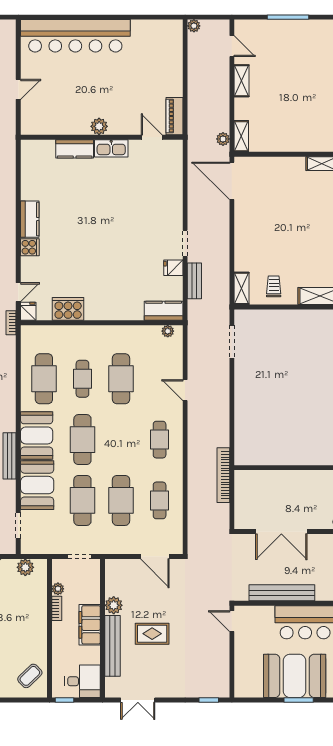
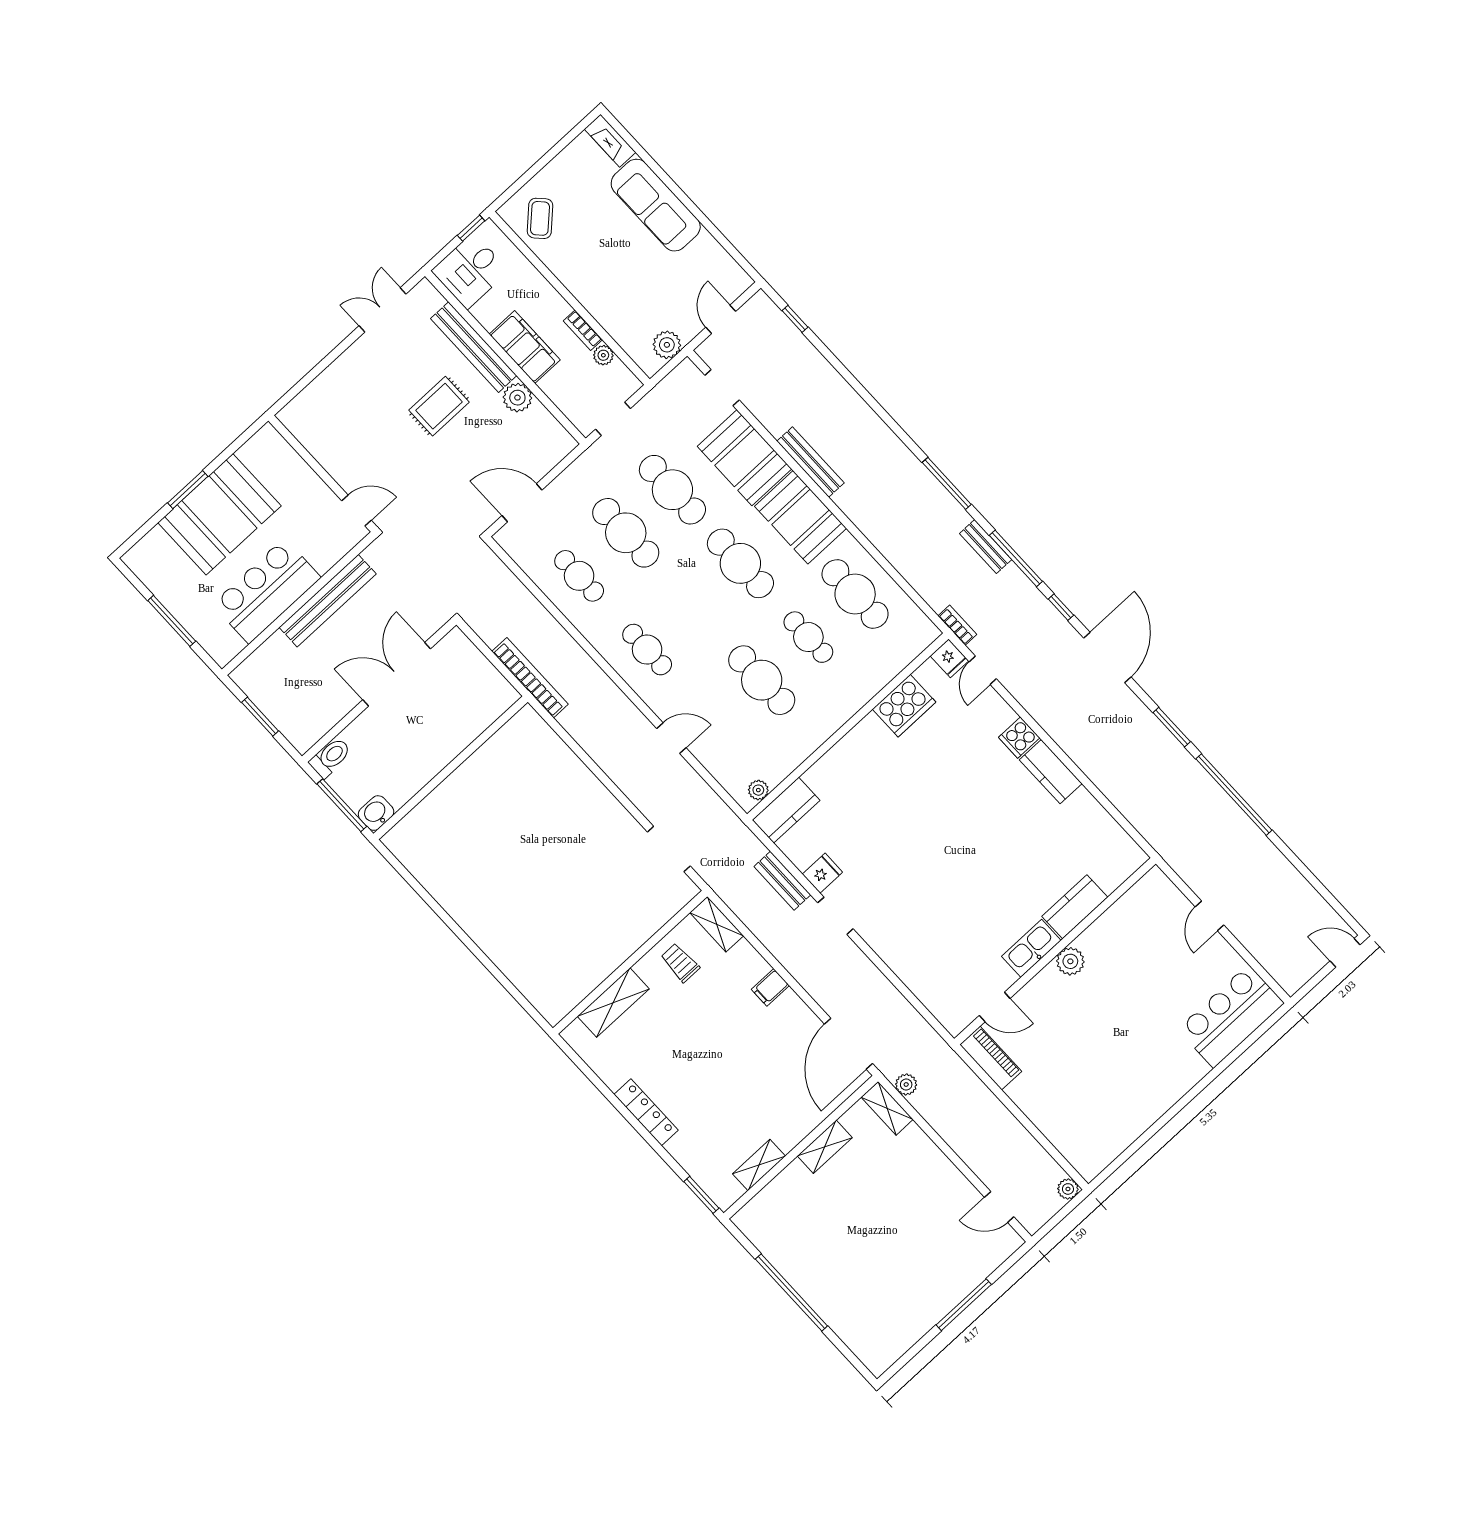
bar counter: (75, 36) -> (1231, 1016), width x0.54
shelving: (242, 81) -> (825, 1147), moved, turned 90
door: (232, 181) -> (849, 1044), swing flipped
filing cabinet: (244, 238) -> (770, 987), added
trolley: (274, 286) -> (680, 963), turned 180
window: (209, 700) -> (296, 389), removed

